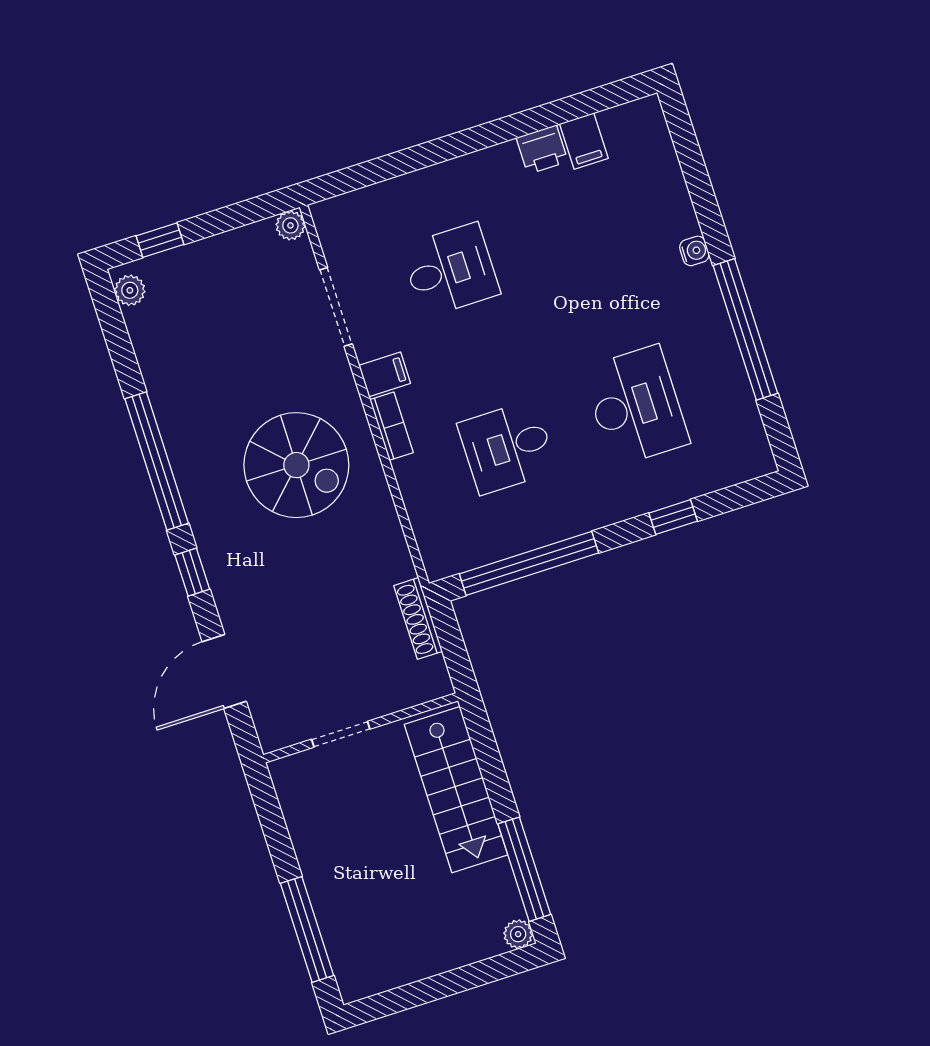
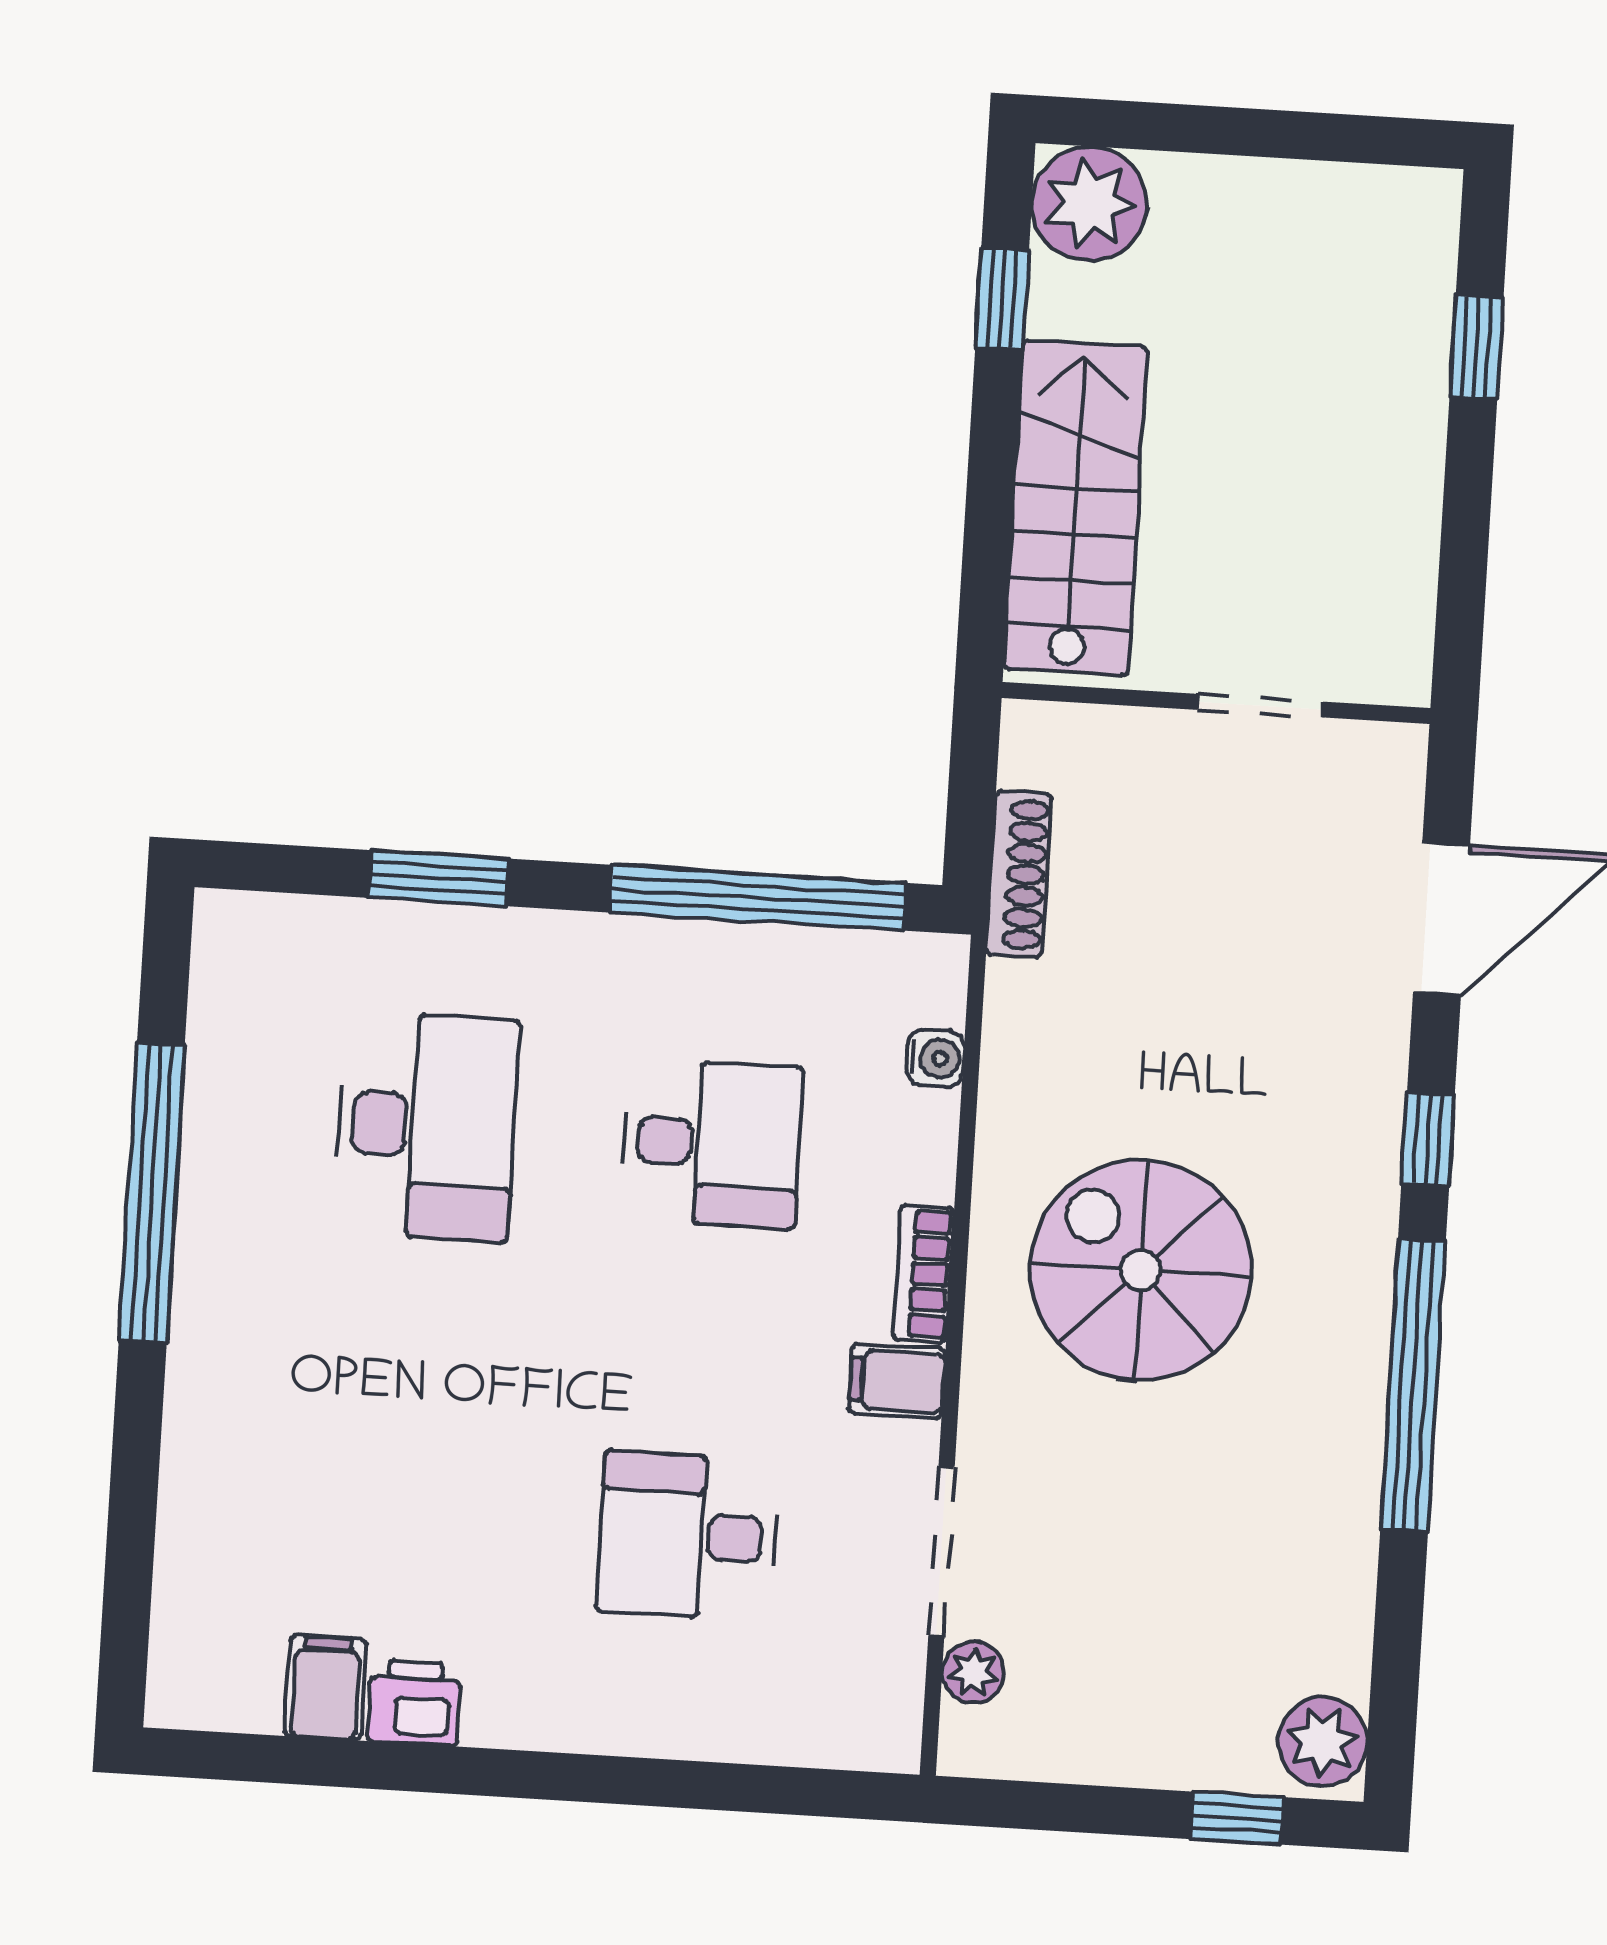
plant: (290, 225) -> (973, 1672), moved
water cooler: (694, 251) -> (935, 1058), moved, turned 180
plant: (130, 290) -> (1323, 1742), width x1.38, depth x1.38
desk: (636, 406) -> (426, 1126), turned 180
window: (673, 517) -> (438, 878), width x1.50
window: (524, 869) -> (1002, 299), width x0.46
window: (307, 929) -> (1477, 347), width x0.46
plant: (518, 934) -> (1089, 204), width x1.87, depth x1.87

